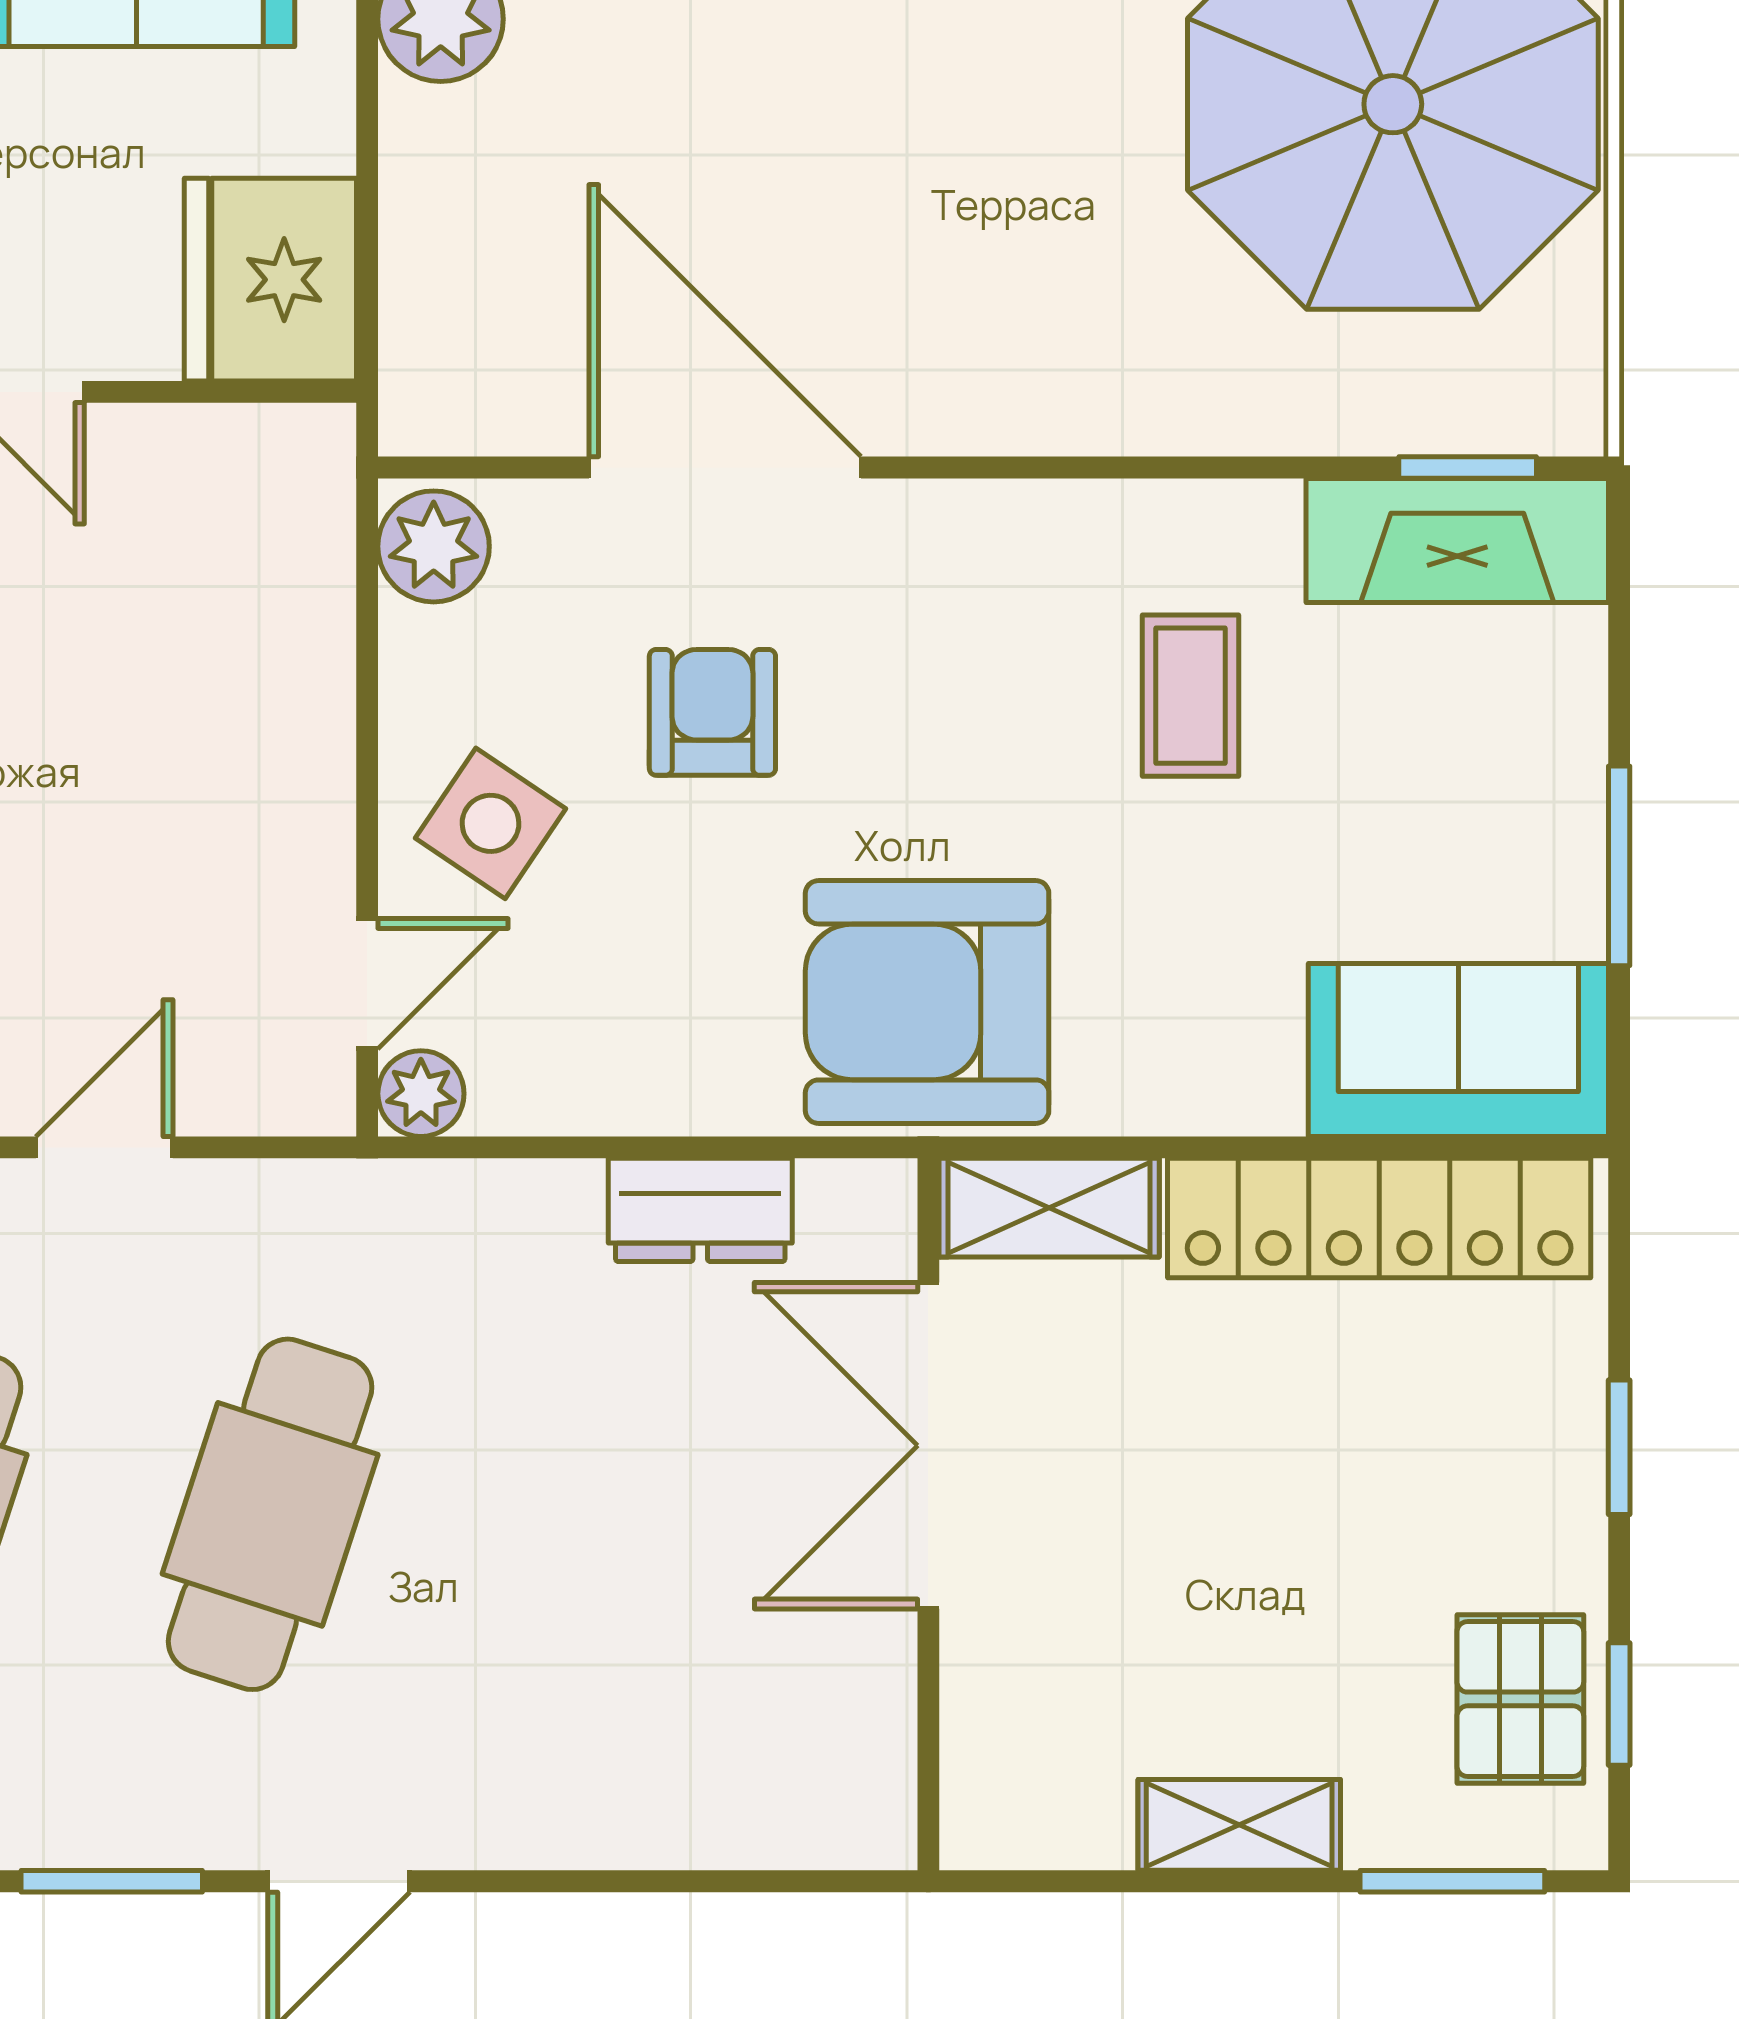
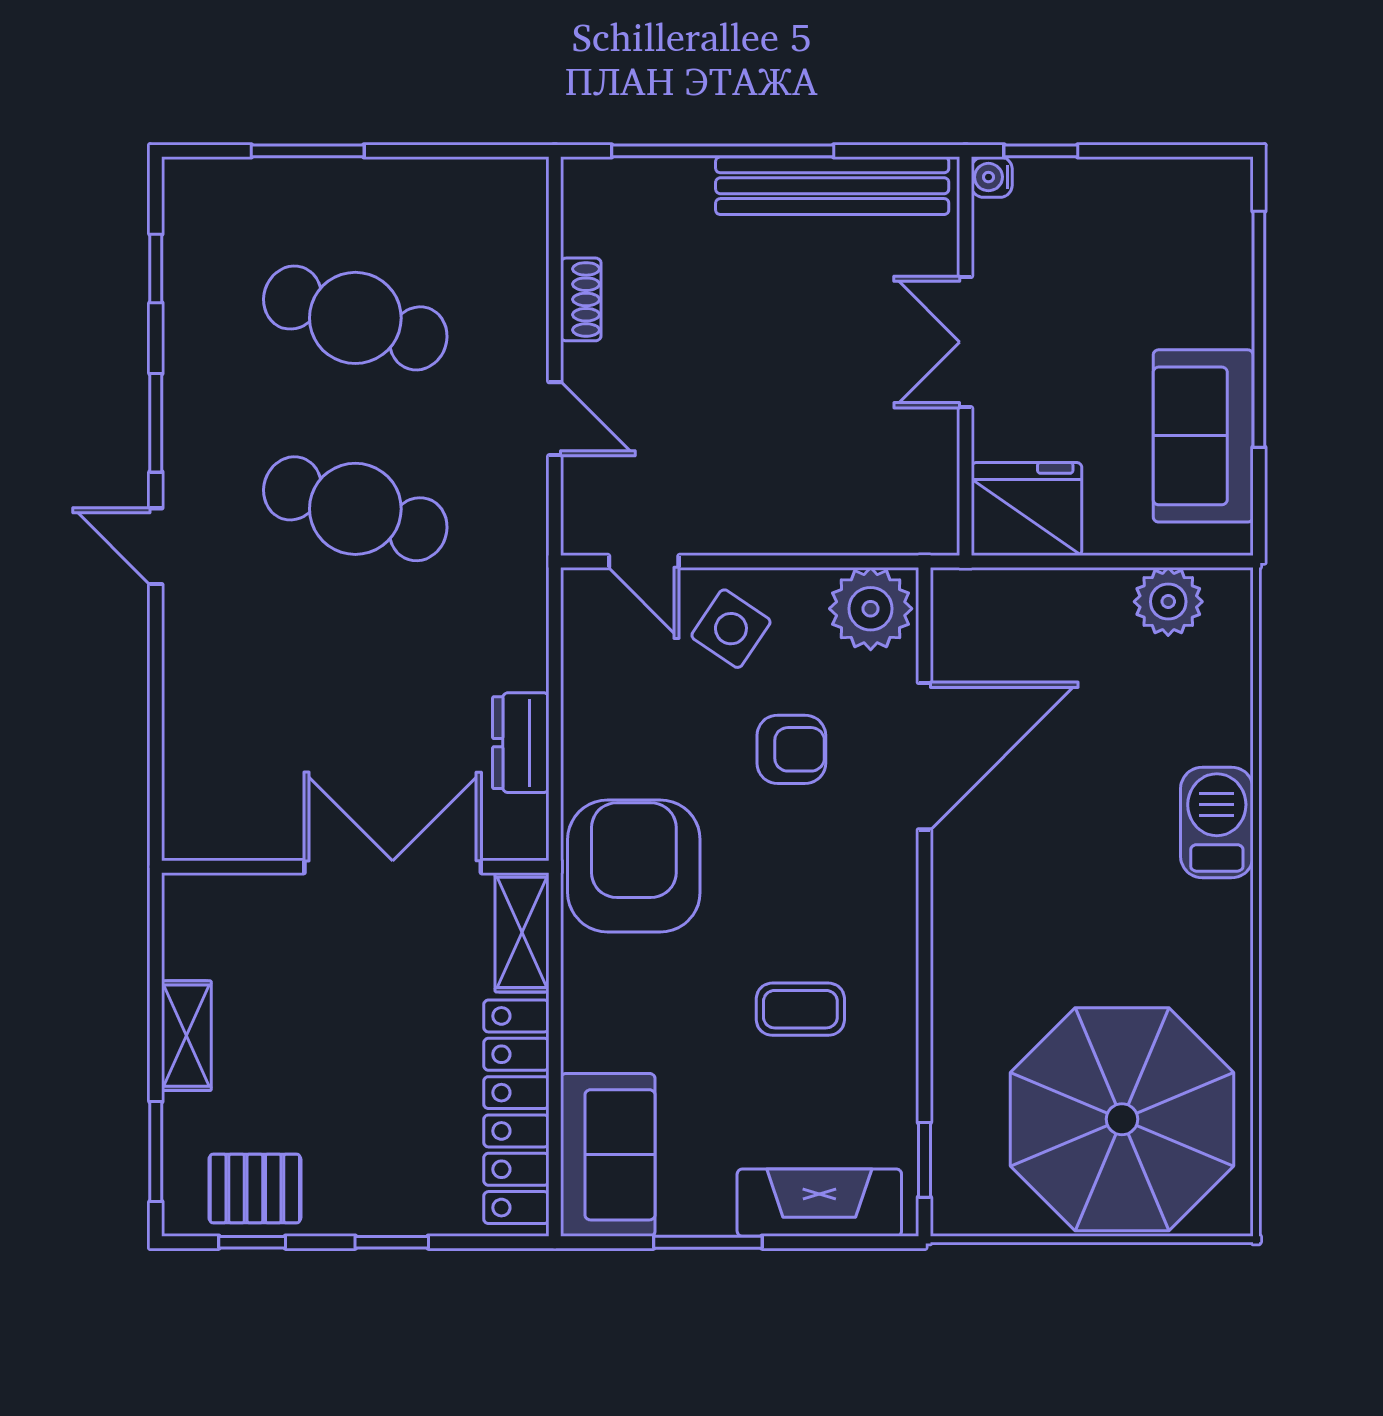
fireplace: (1457, 540) -> (819, 1203), moved, turned 90
plant: (434, 546) -> (871, 609), width x1.36, depth x1.36
plant: (421, 1094) -> (584, 591), removed

